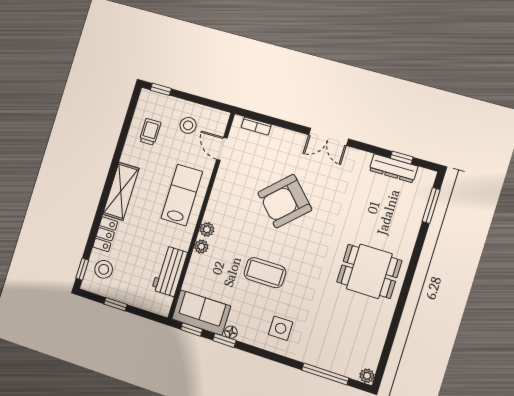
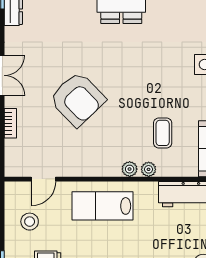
bookcase: (256, 126) -> (10, 123), moved
coffee table: (265, 273) -> (163, 133), moved, width x0.73, depth x0.77

